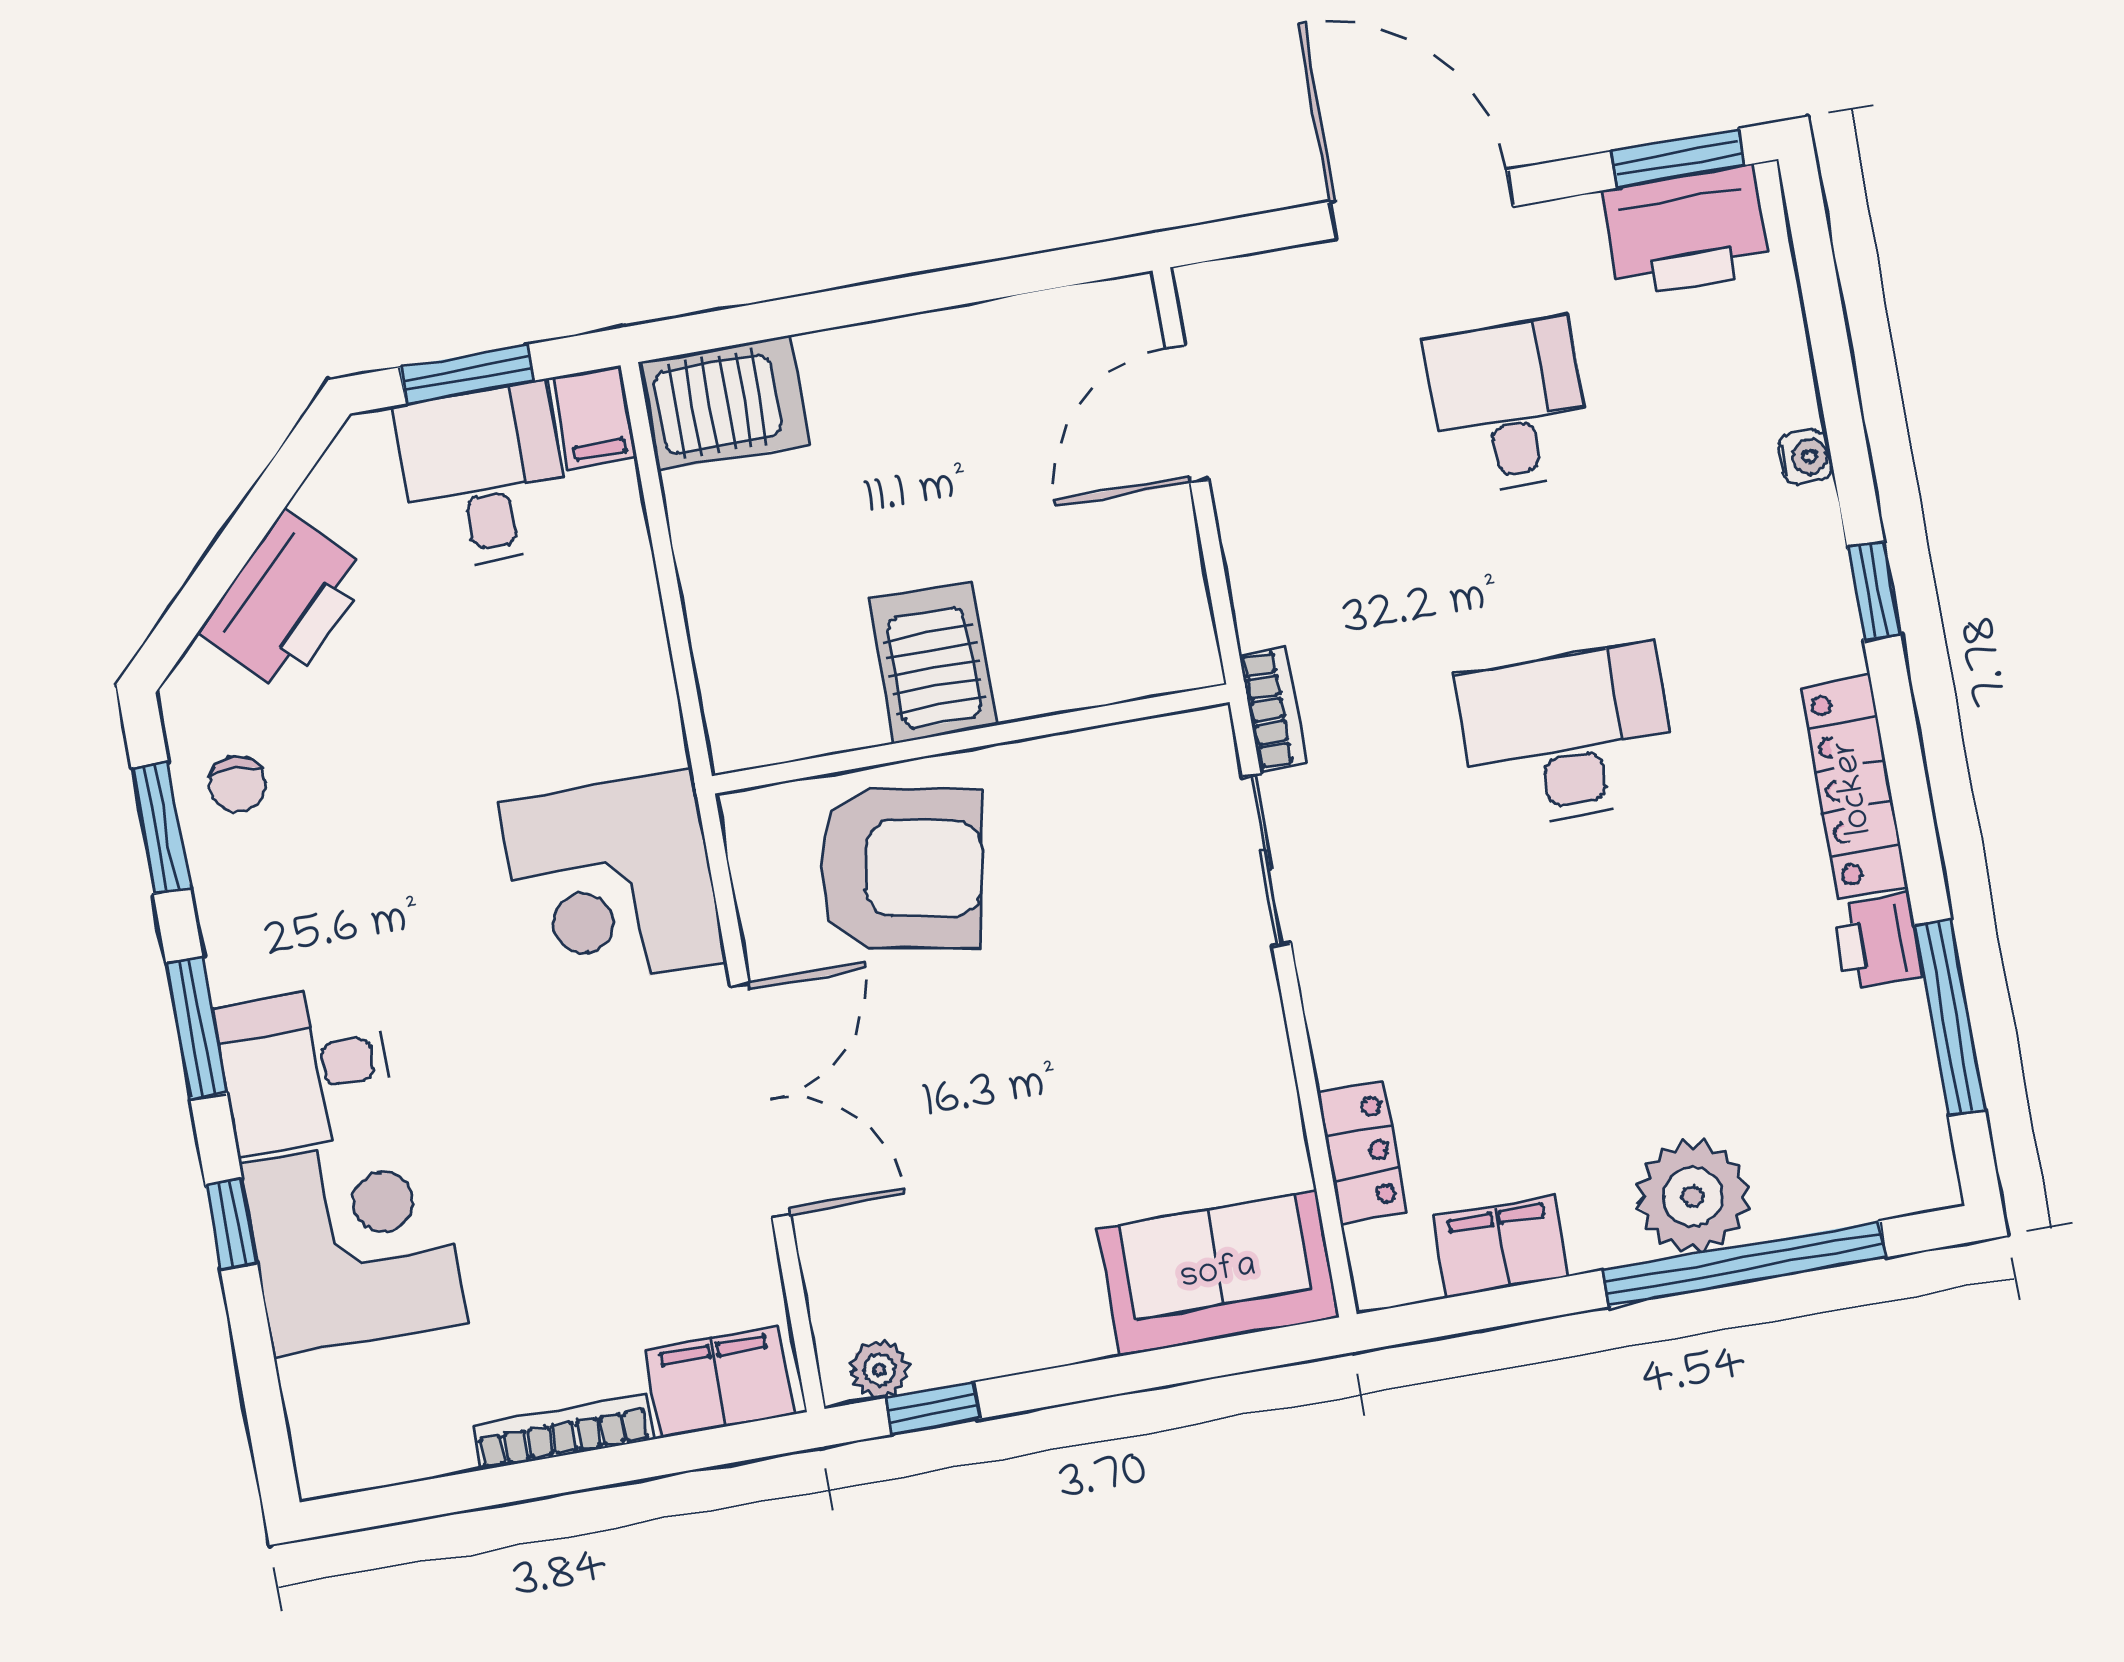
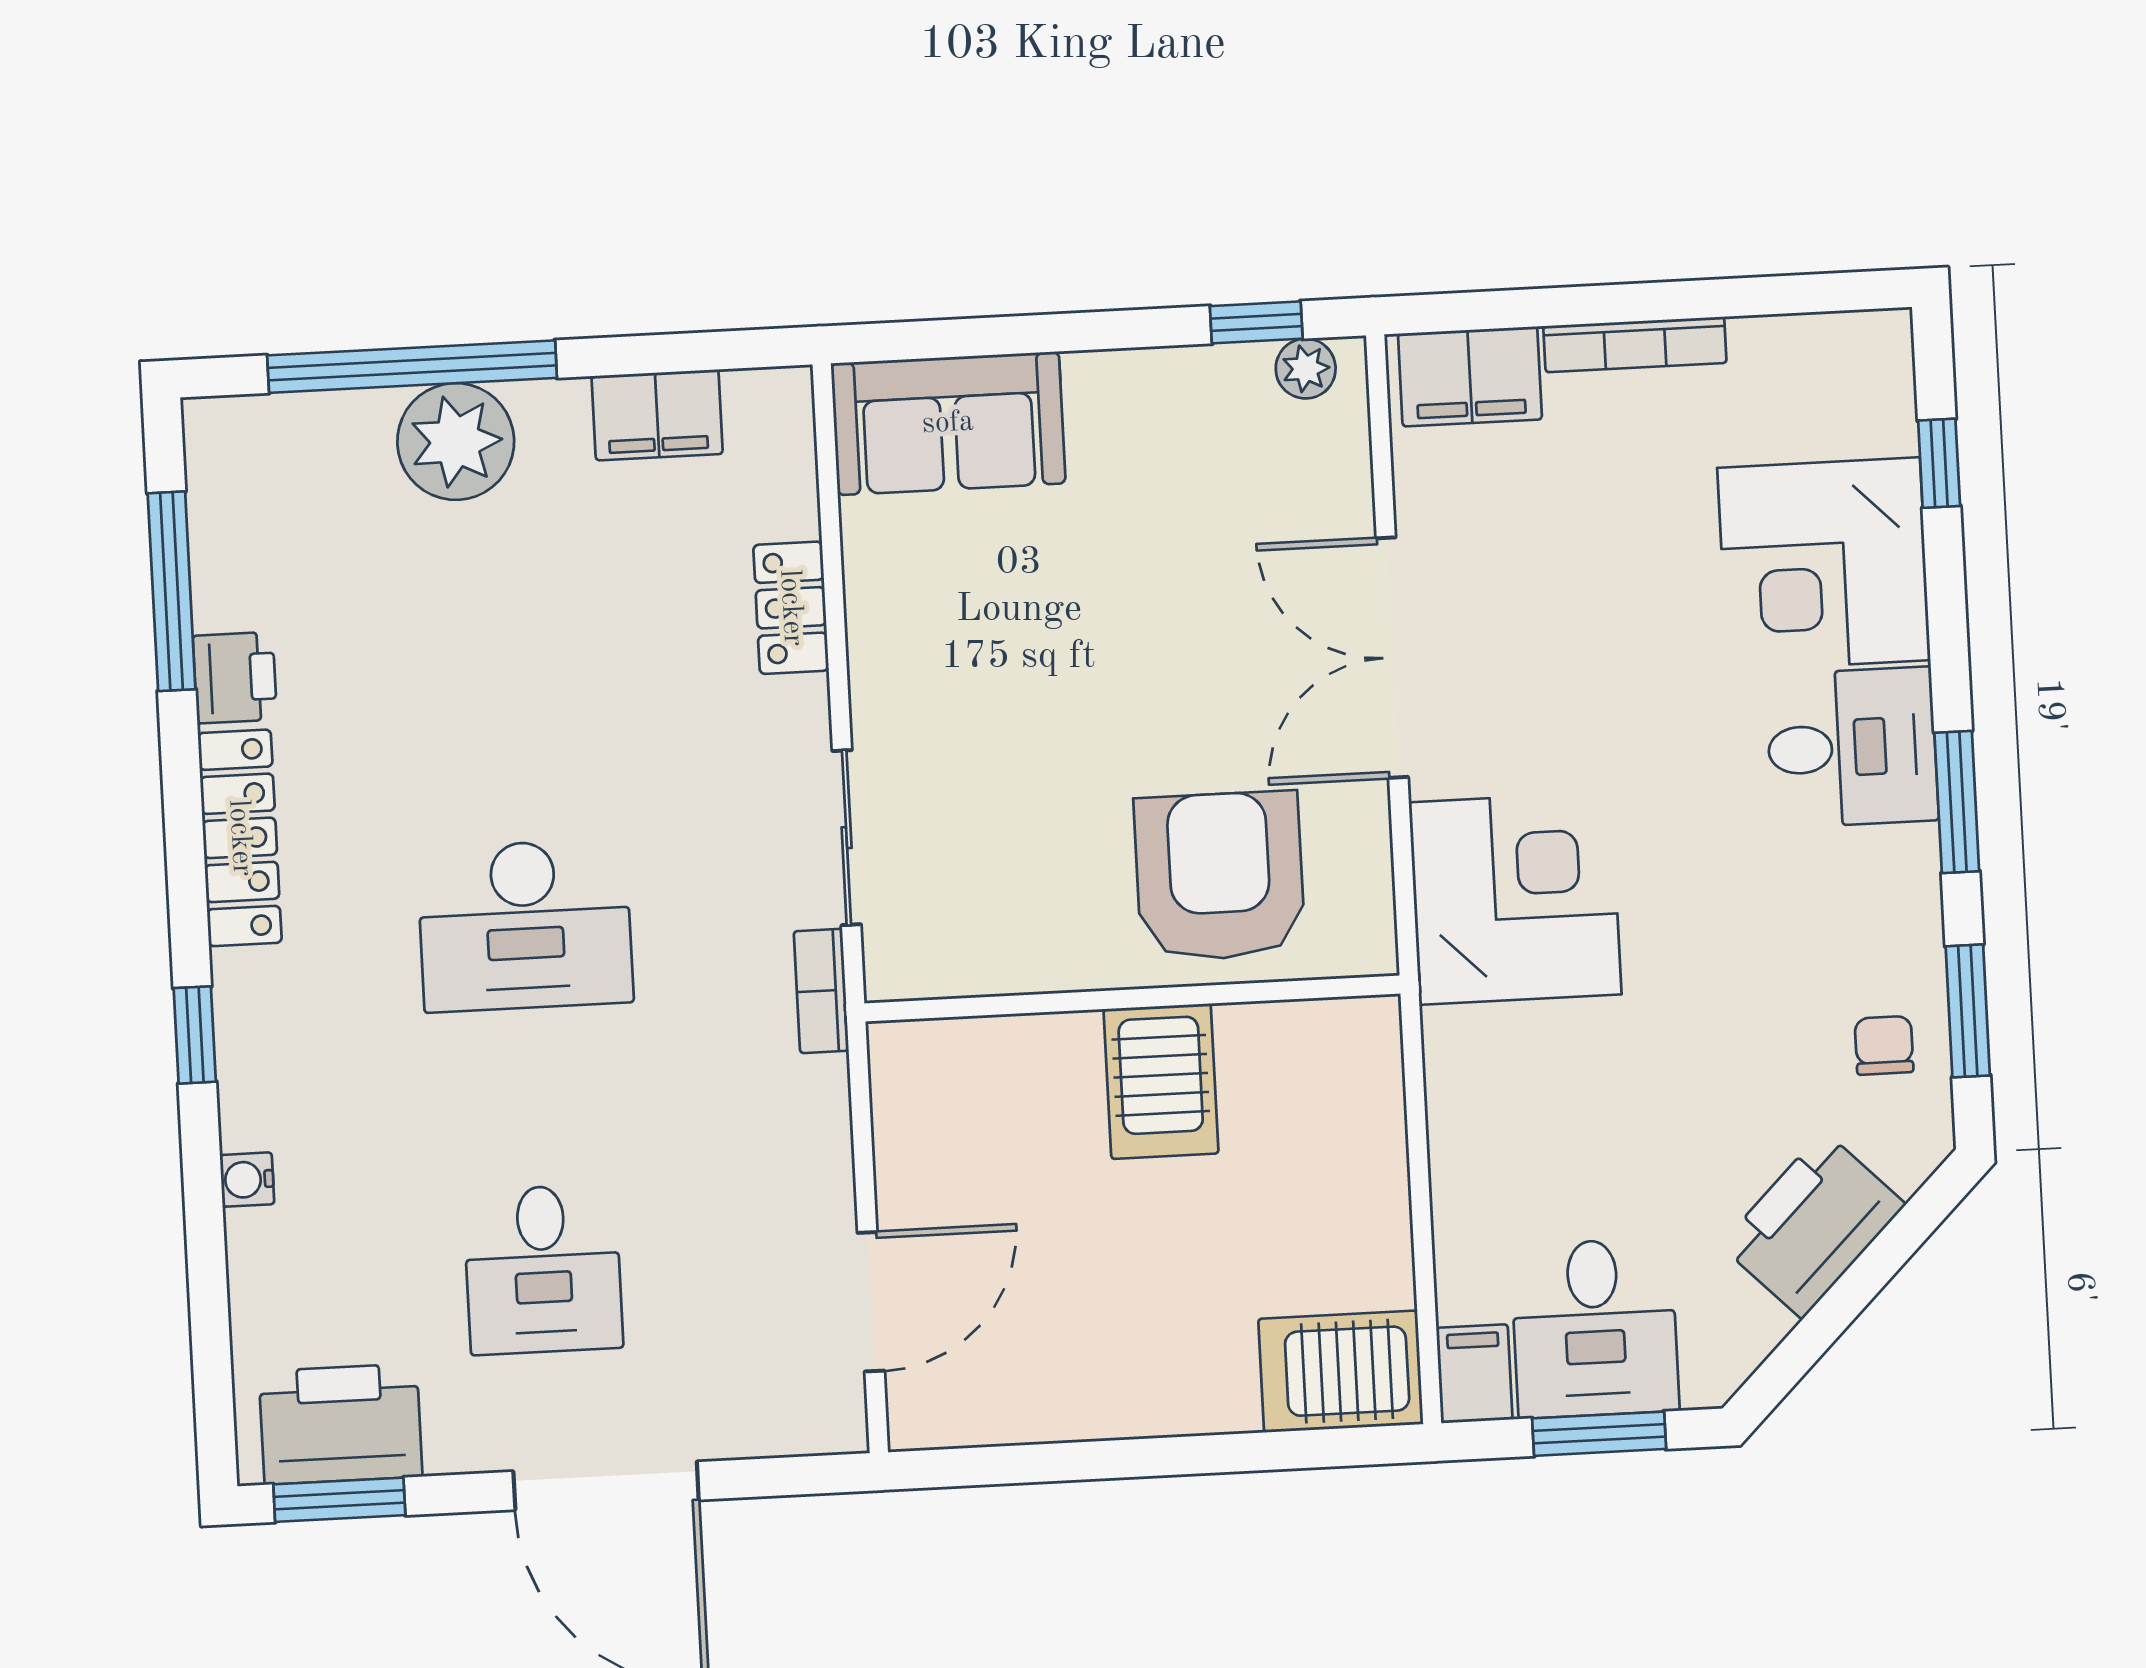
armchair: (901, 868) -> (1219, 876), turned 79
locker: (1362, 1153) -> (791, 608), moved
window: (231, 1225) -> (1939, 463), moved

